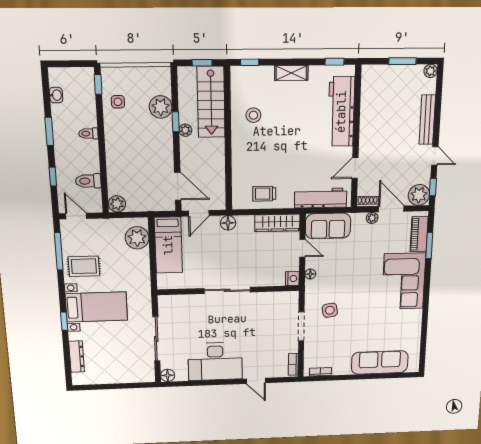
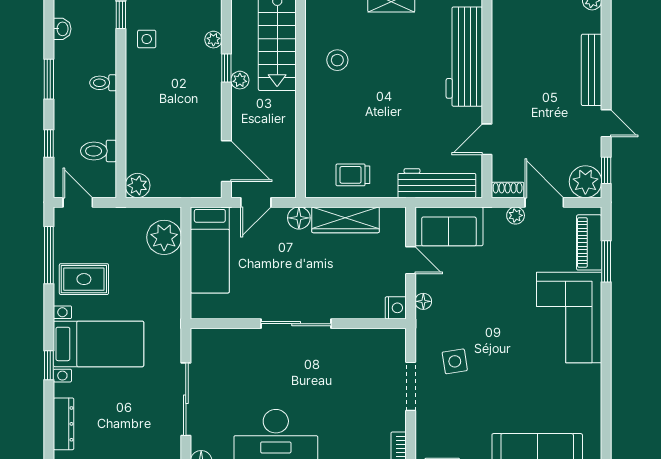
plant: (161, 107) -> (213, 40), width x0.53, depth x0.53
wardrobe: (277, 223) -> (346, 220), moved

